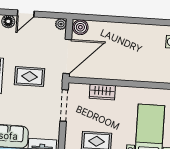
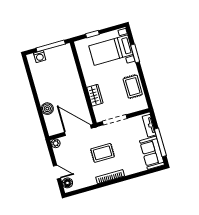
boiler: (80, 27) -> (47, 109), moved
rug: (29, 77) -> (103, 153), turned 90

